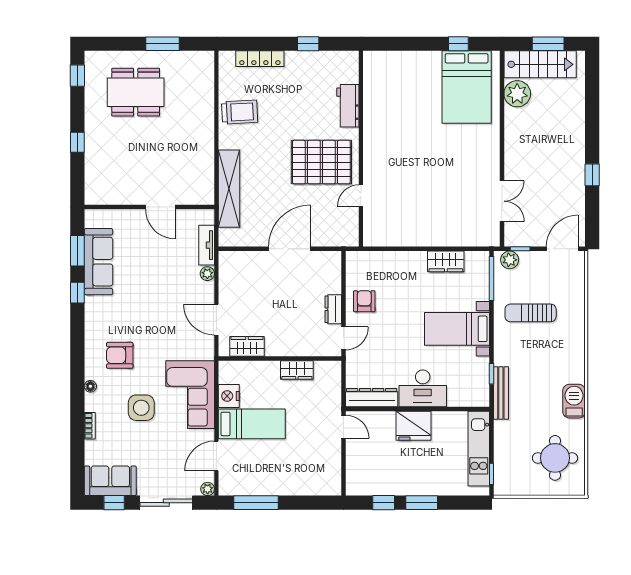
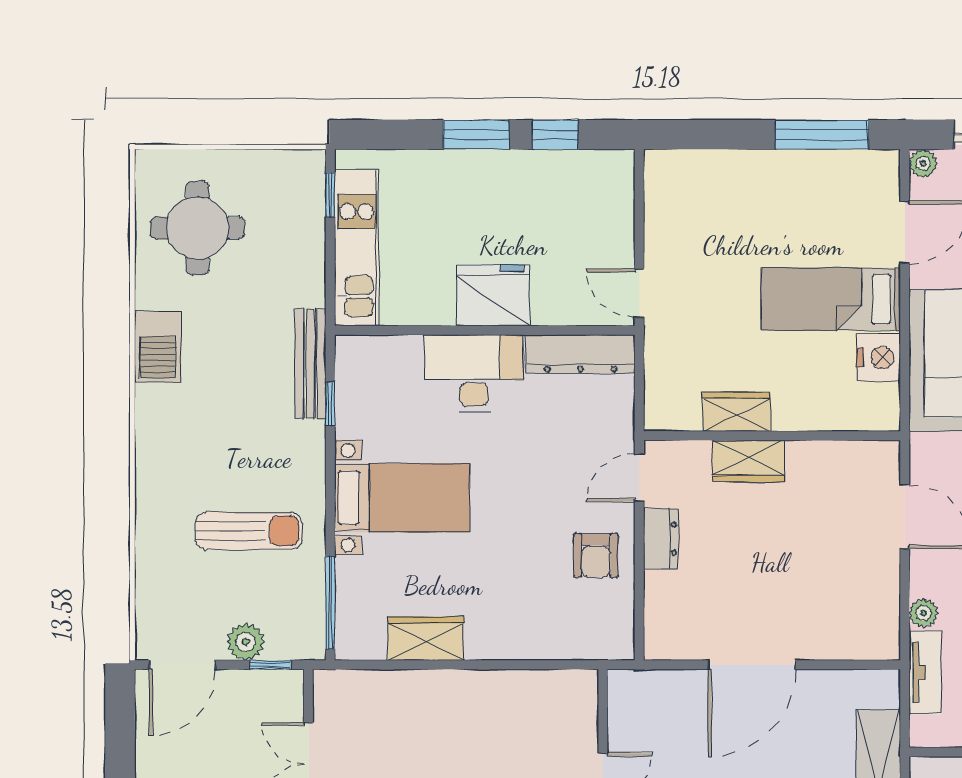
plant: (510, 260) -> (245, 642), moved
wardrobe: (247, 346) -> (748, 461), moved

